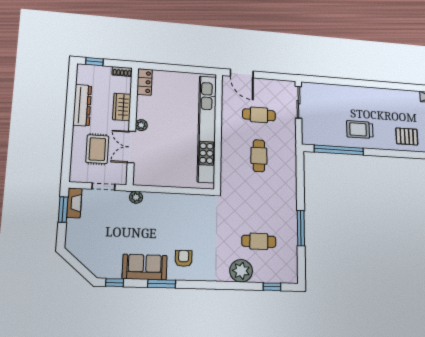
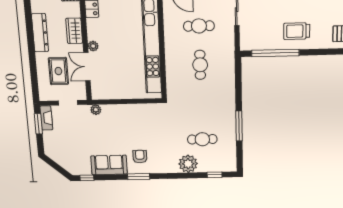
window: (162, 284) -> (139, 177), moved

